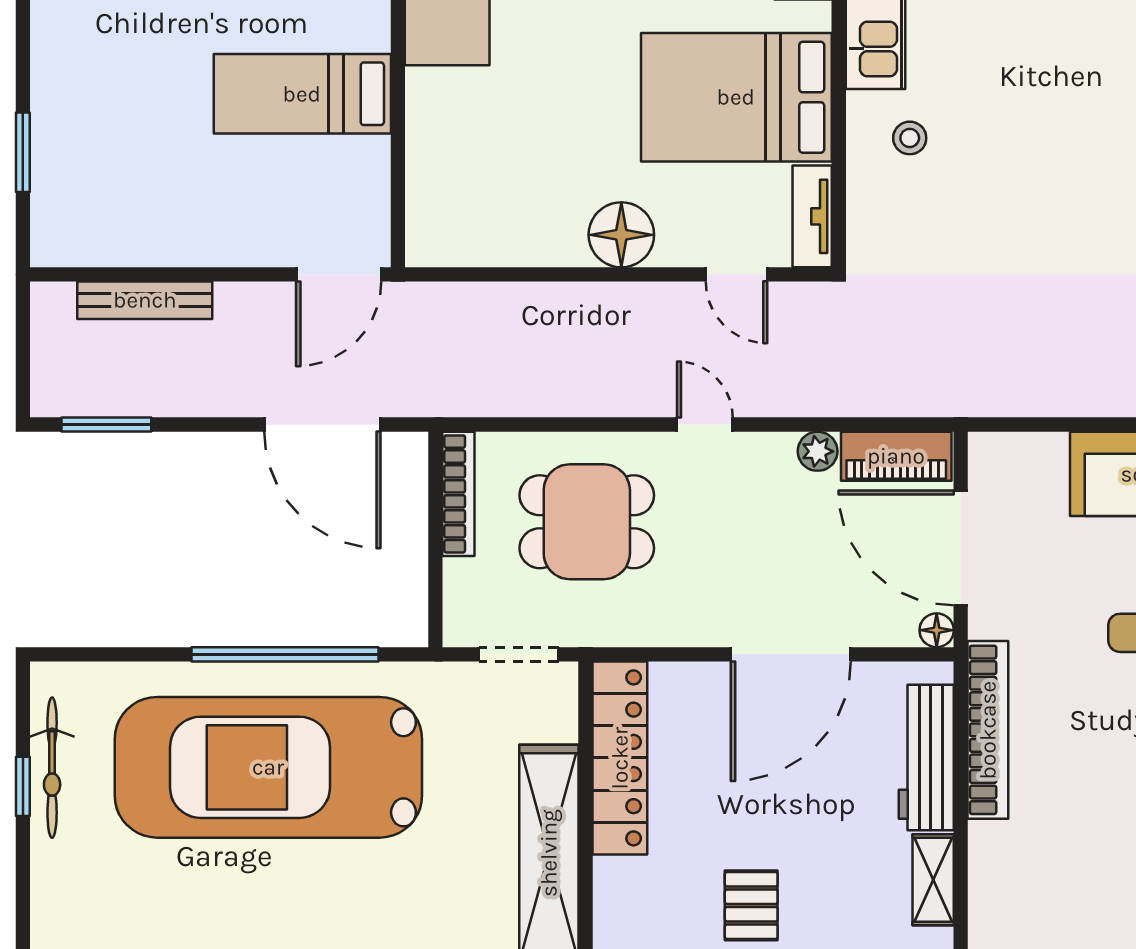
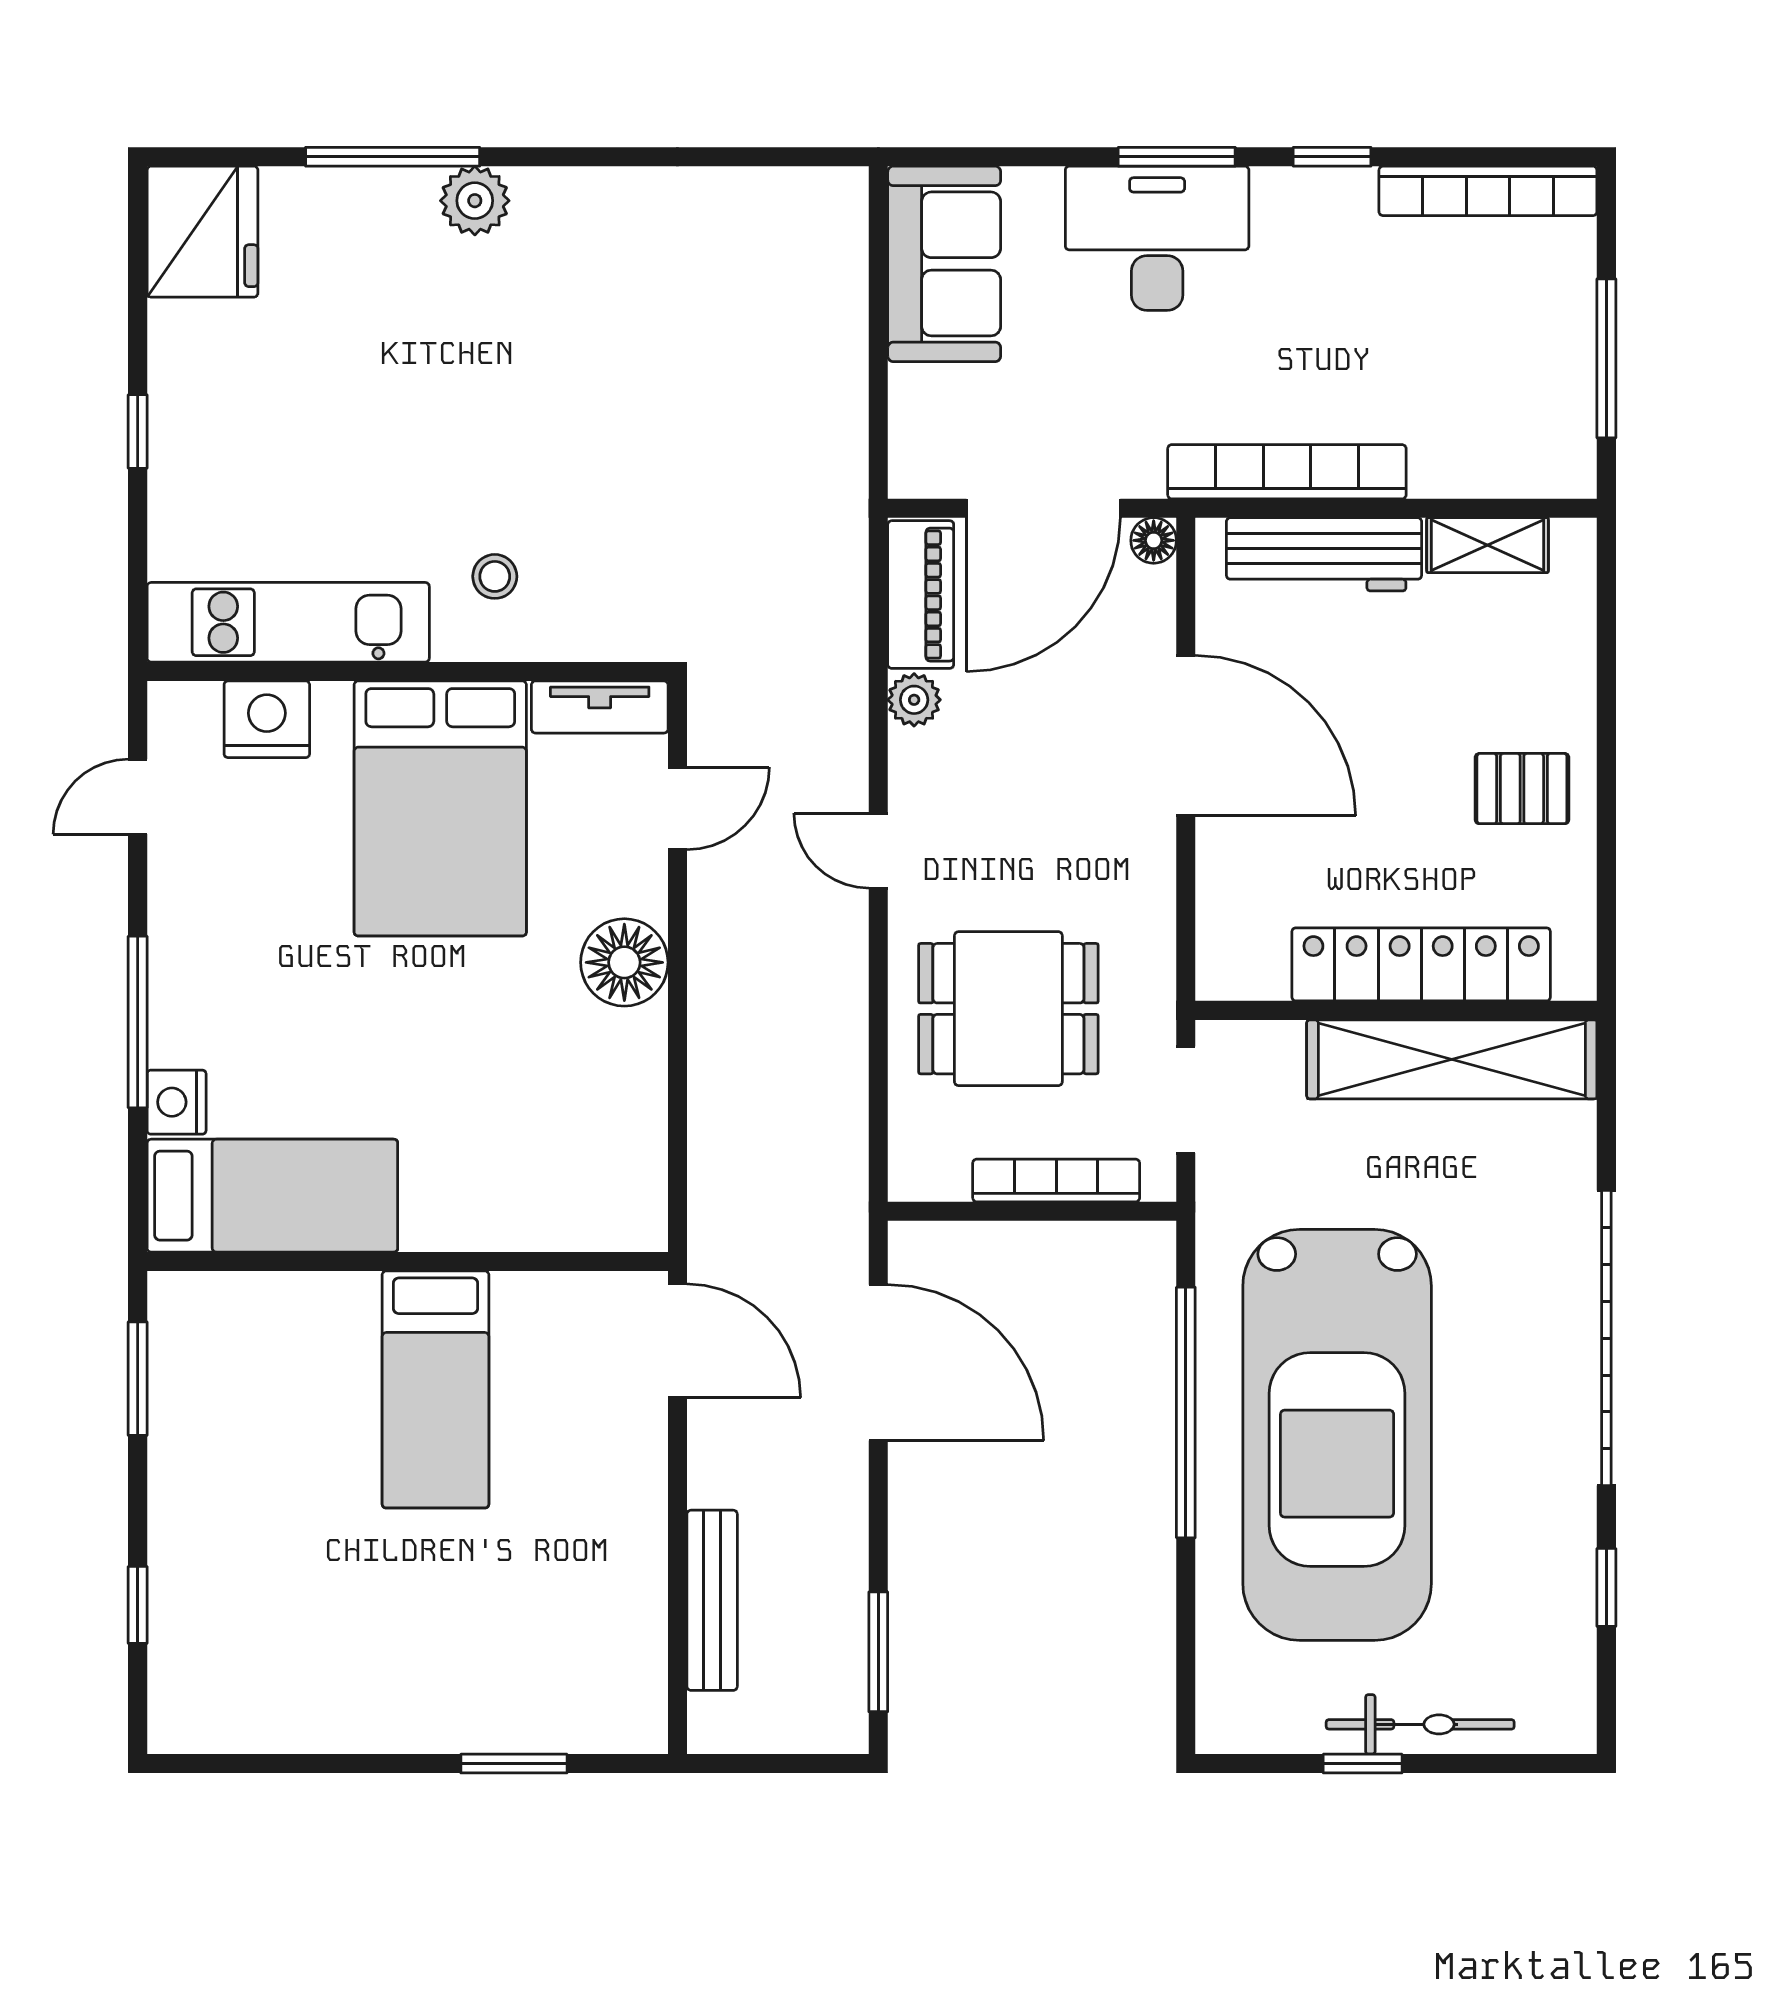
door: (322, 425) -> (878, 1363), hinge flipped
door: (705, 425) -> (878, 851), hinge flipped
bookcase: (458, 494) -> (1056, 1180), moved
dining table: (587, 522) -> (1008, 1009), turned 90
locker: (620, 758) -> (1421, 964), moved
bicycle: (52, 768) -> (1420, 1724), moved

